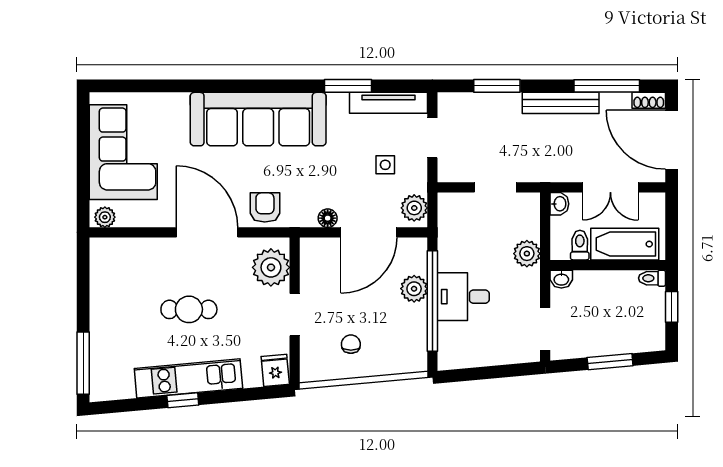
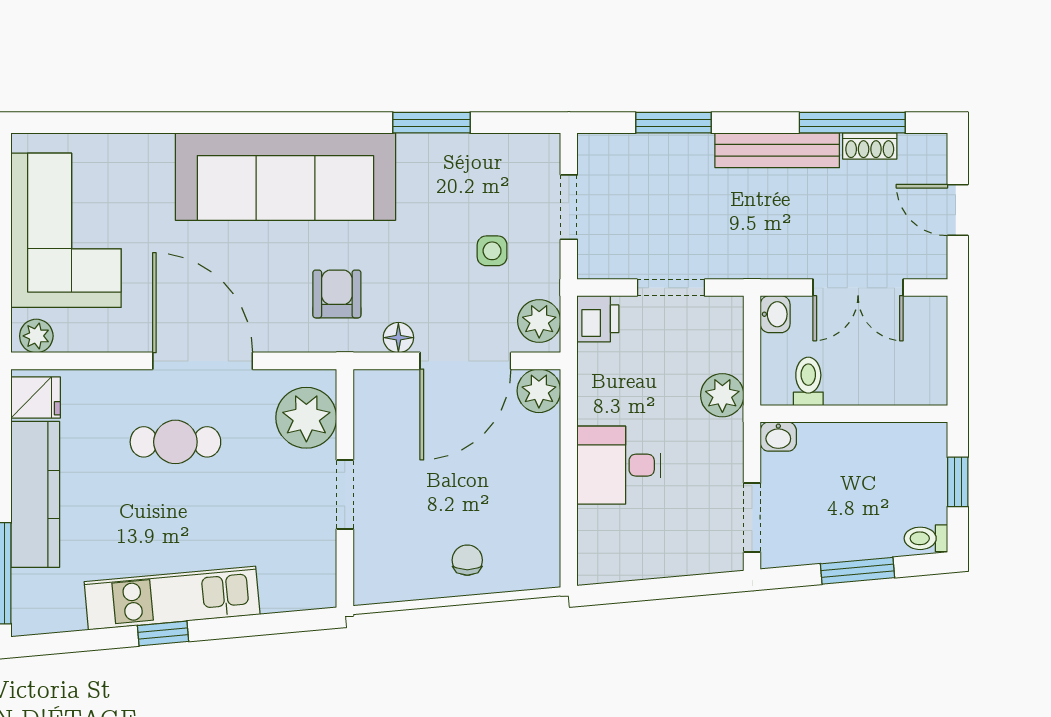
shoe rack: (649, 100) -> (870, 146), moved
tv unit: (389, 103) -> (497, 150), removed
door: (672, 140) -> (958, 210), width x0.53
armchair: (265, 207) -> (337, 294), moved
printer: (450, 207) -> (598, 319), added
bathtub: (625, 244) -> (882, 380), removed
toilet: (652, 278) -> (926, 538), moved
plant: (414, 289) -> (539, 391), moved
window: (432, 301) -> (569, 472), removed
cafe table: (189, 309) -> (175, 442), moved
kitchen counter: (104, 315) -> (35, 494), added
chair: (351, 344) -> (467, 560), moved
fridge: (275, 370) -> (36, 398), moved, turned 95

